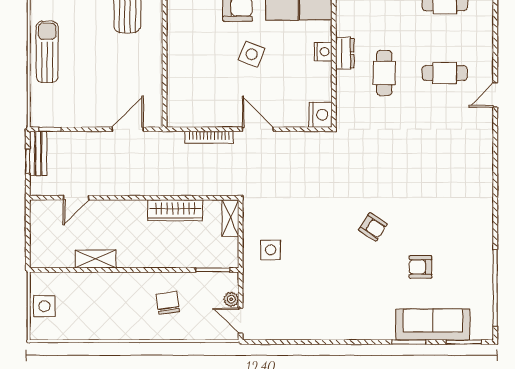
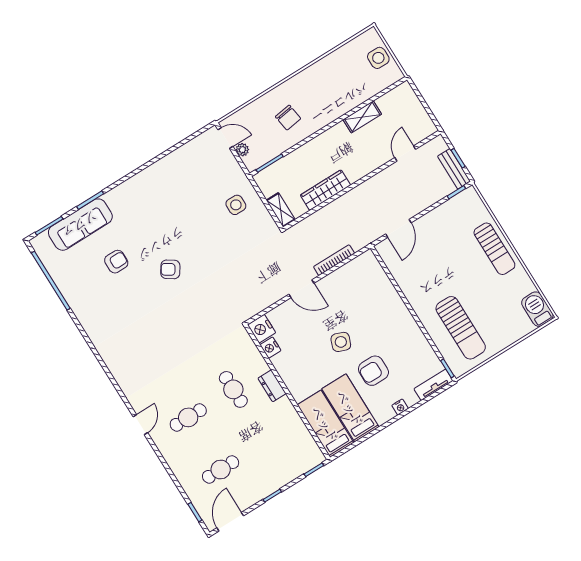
nightstand: (323, 52) -> (270, 348), moved

